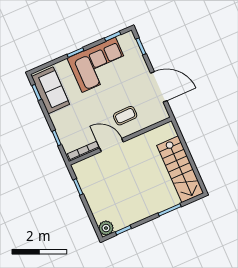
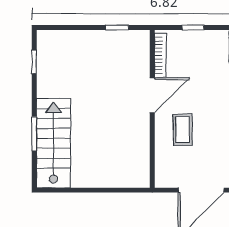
stairs: (180, 169) -> (53, 143), moved, turned 90
plant: (106, 228) -> (47, 40), removed

